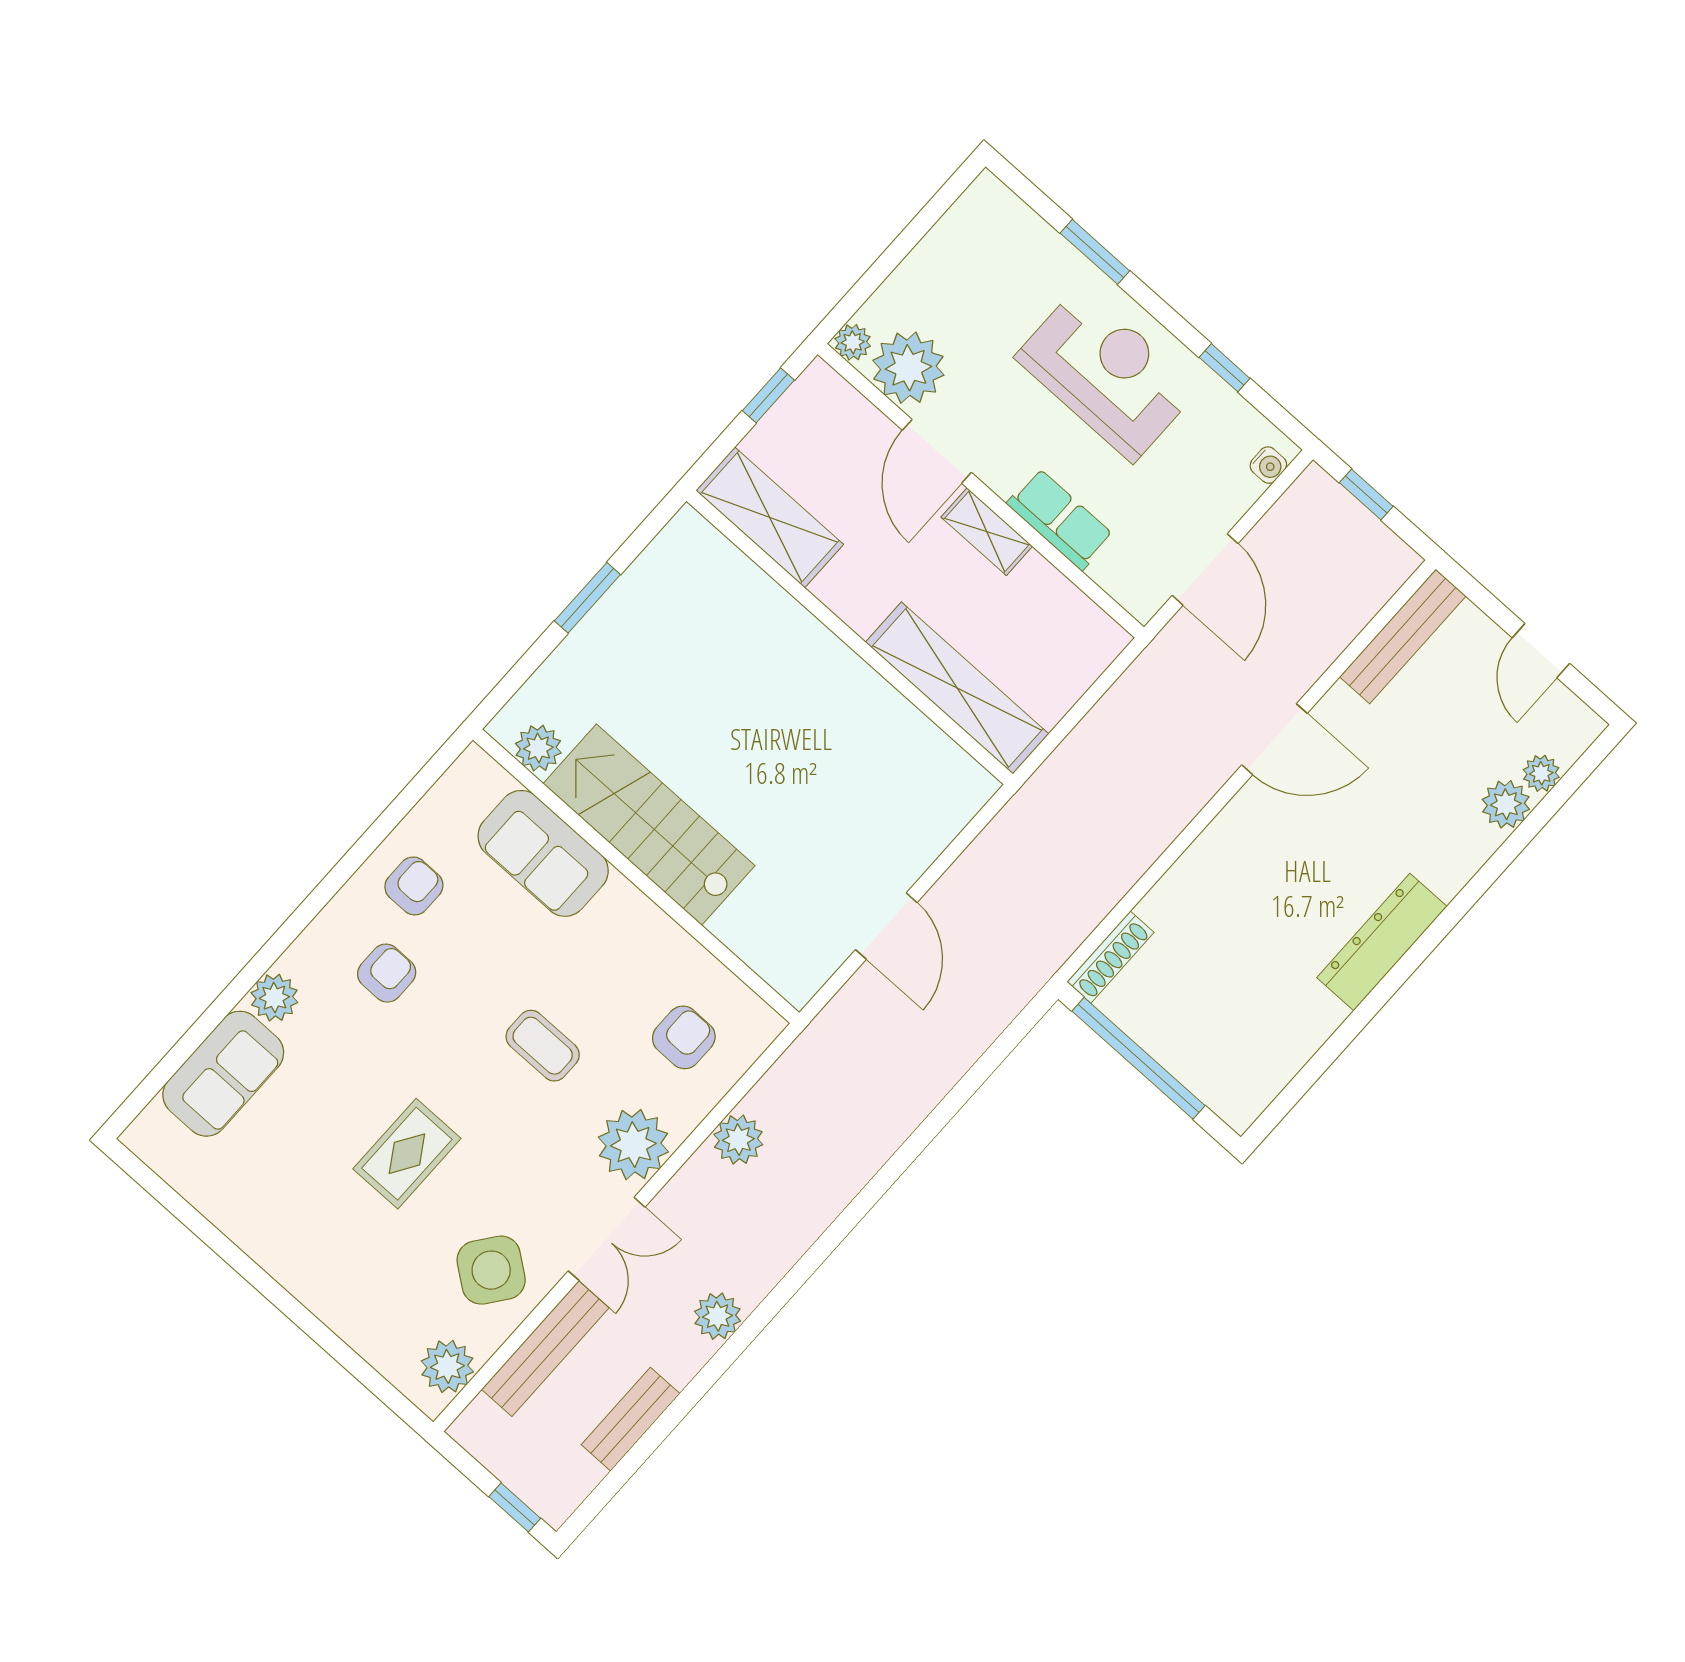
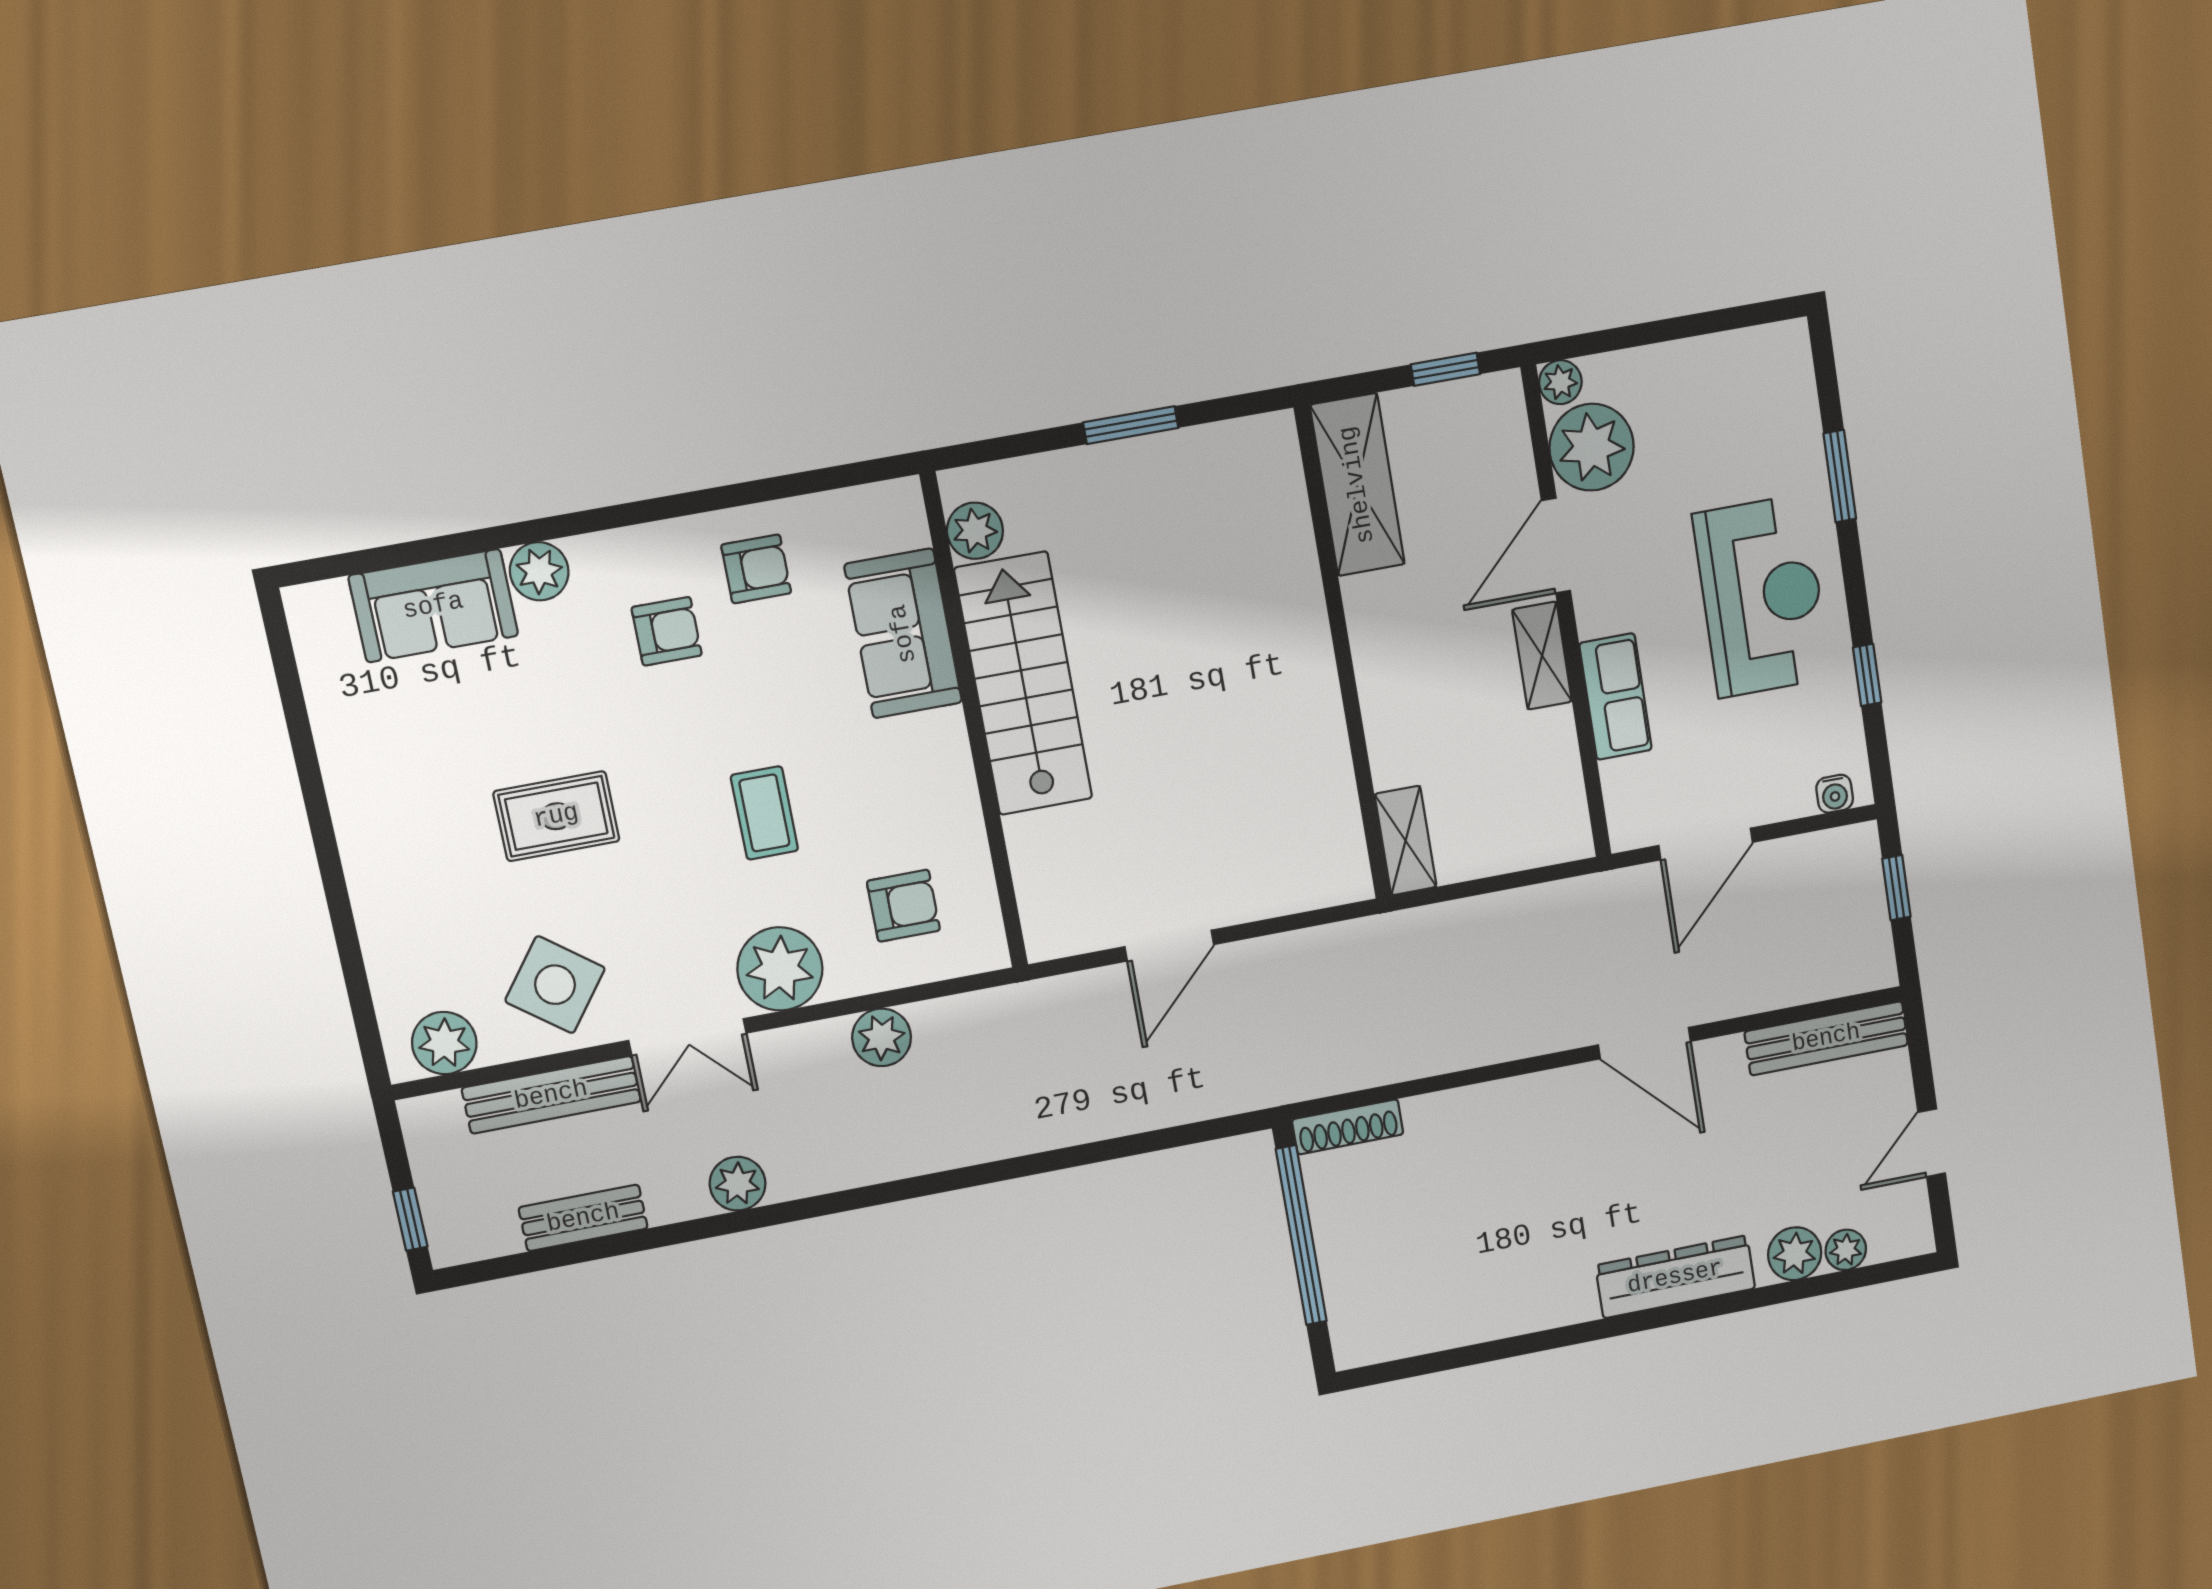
shelving: (957, 688) -> (1406, 841), width x0.45, depth x0.75
dresser: (1382, 942) -> (1675, 1277), moved

